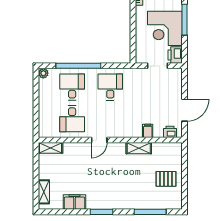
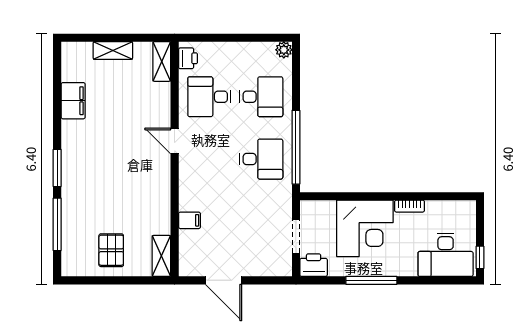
corner desk: (165, 28) -> (365, 228), moved, turned 180
window: (78, 66) -> (296, 147), moved
printer: (170, 132) -> (188, 58), moved
shelving: (139, 148) -> (161, 256), moved
shelving: (44, 192) -> (113, 50), moved
window: (101, 212) -> (57, 168), moved

